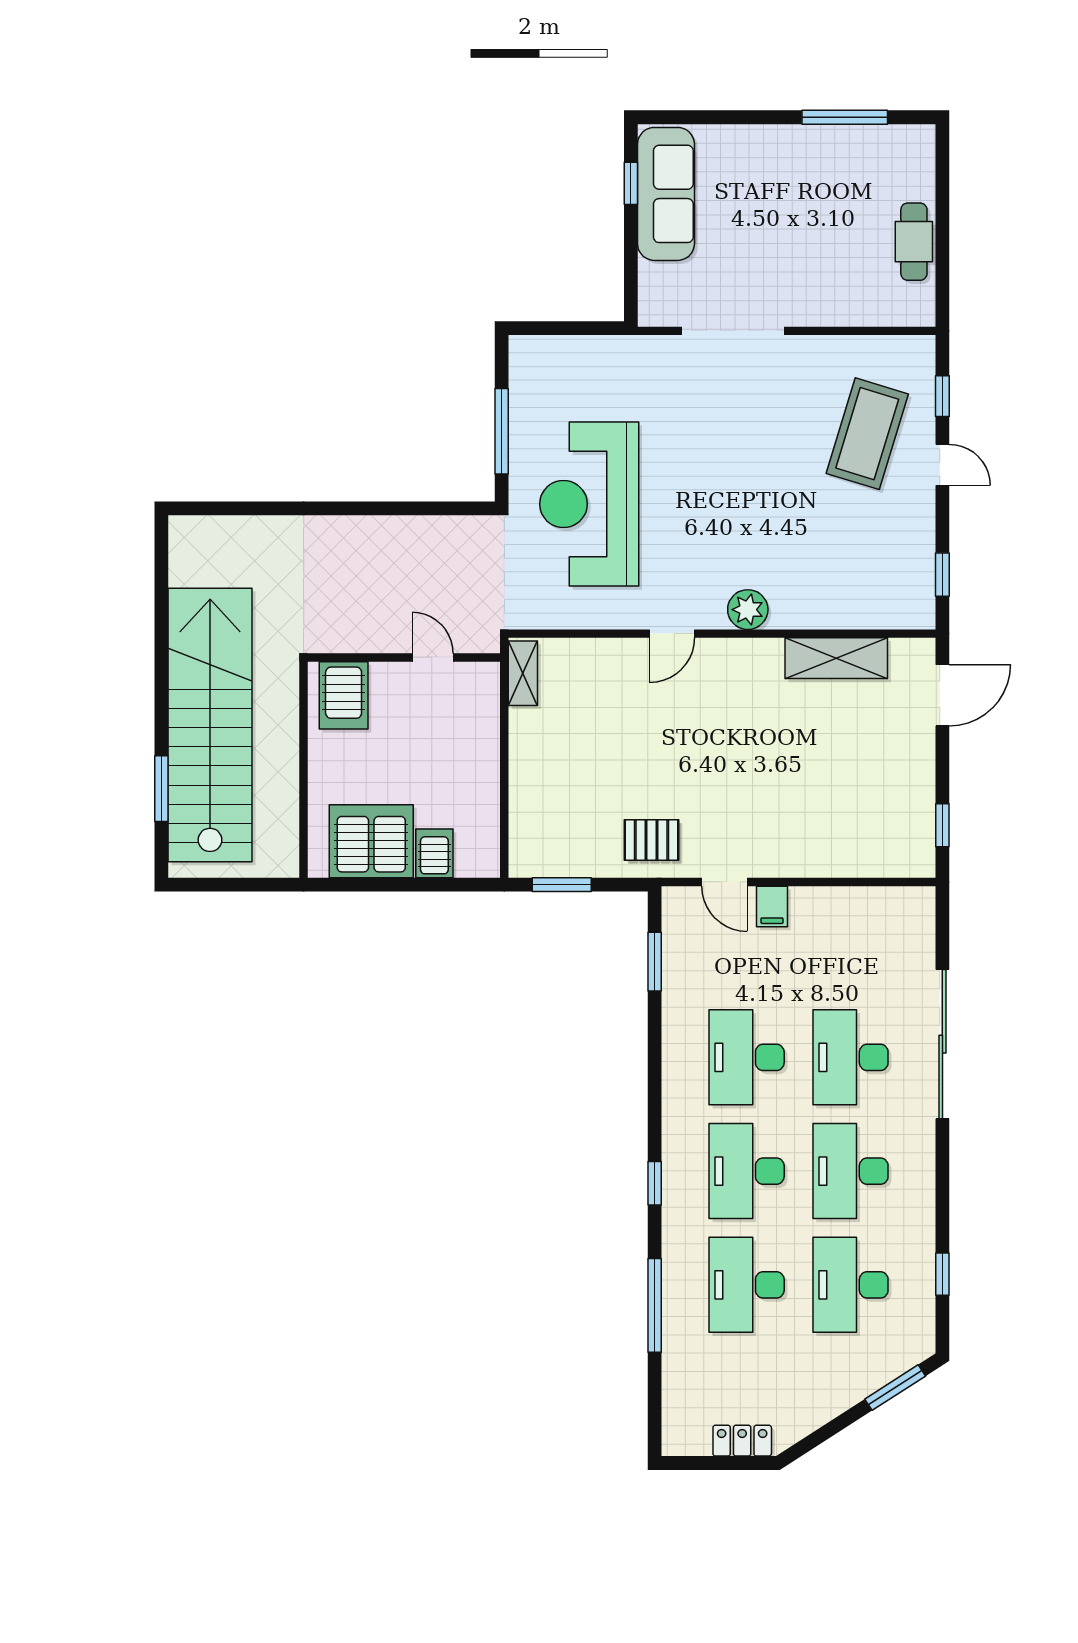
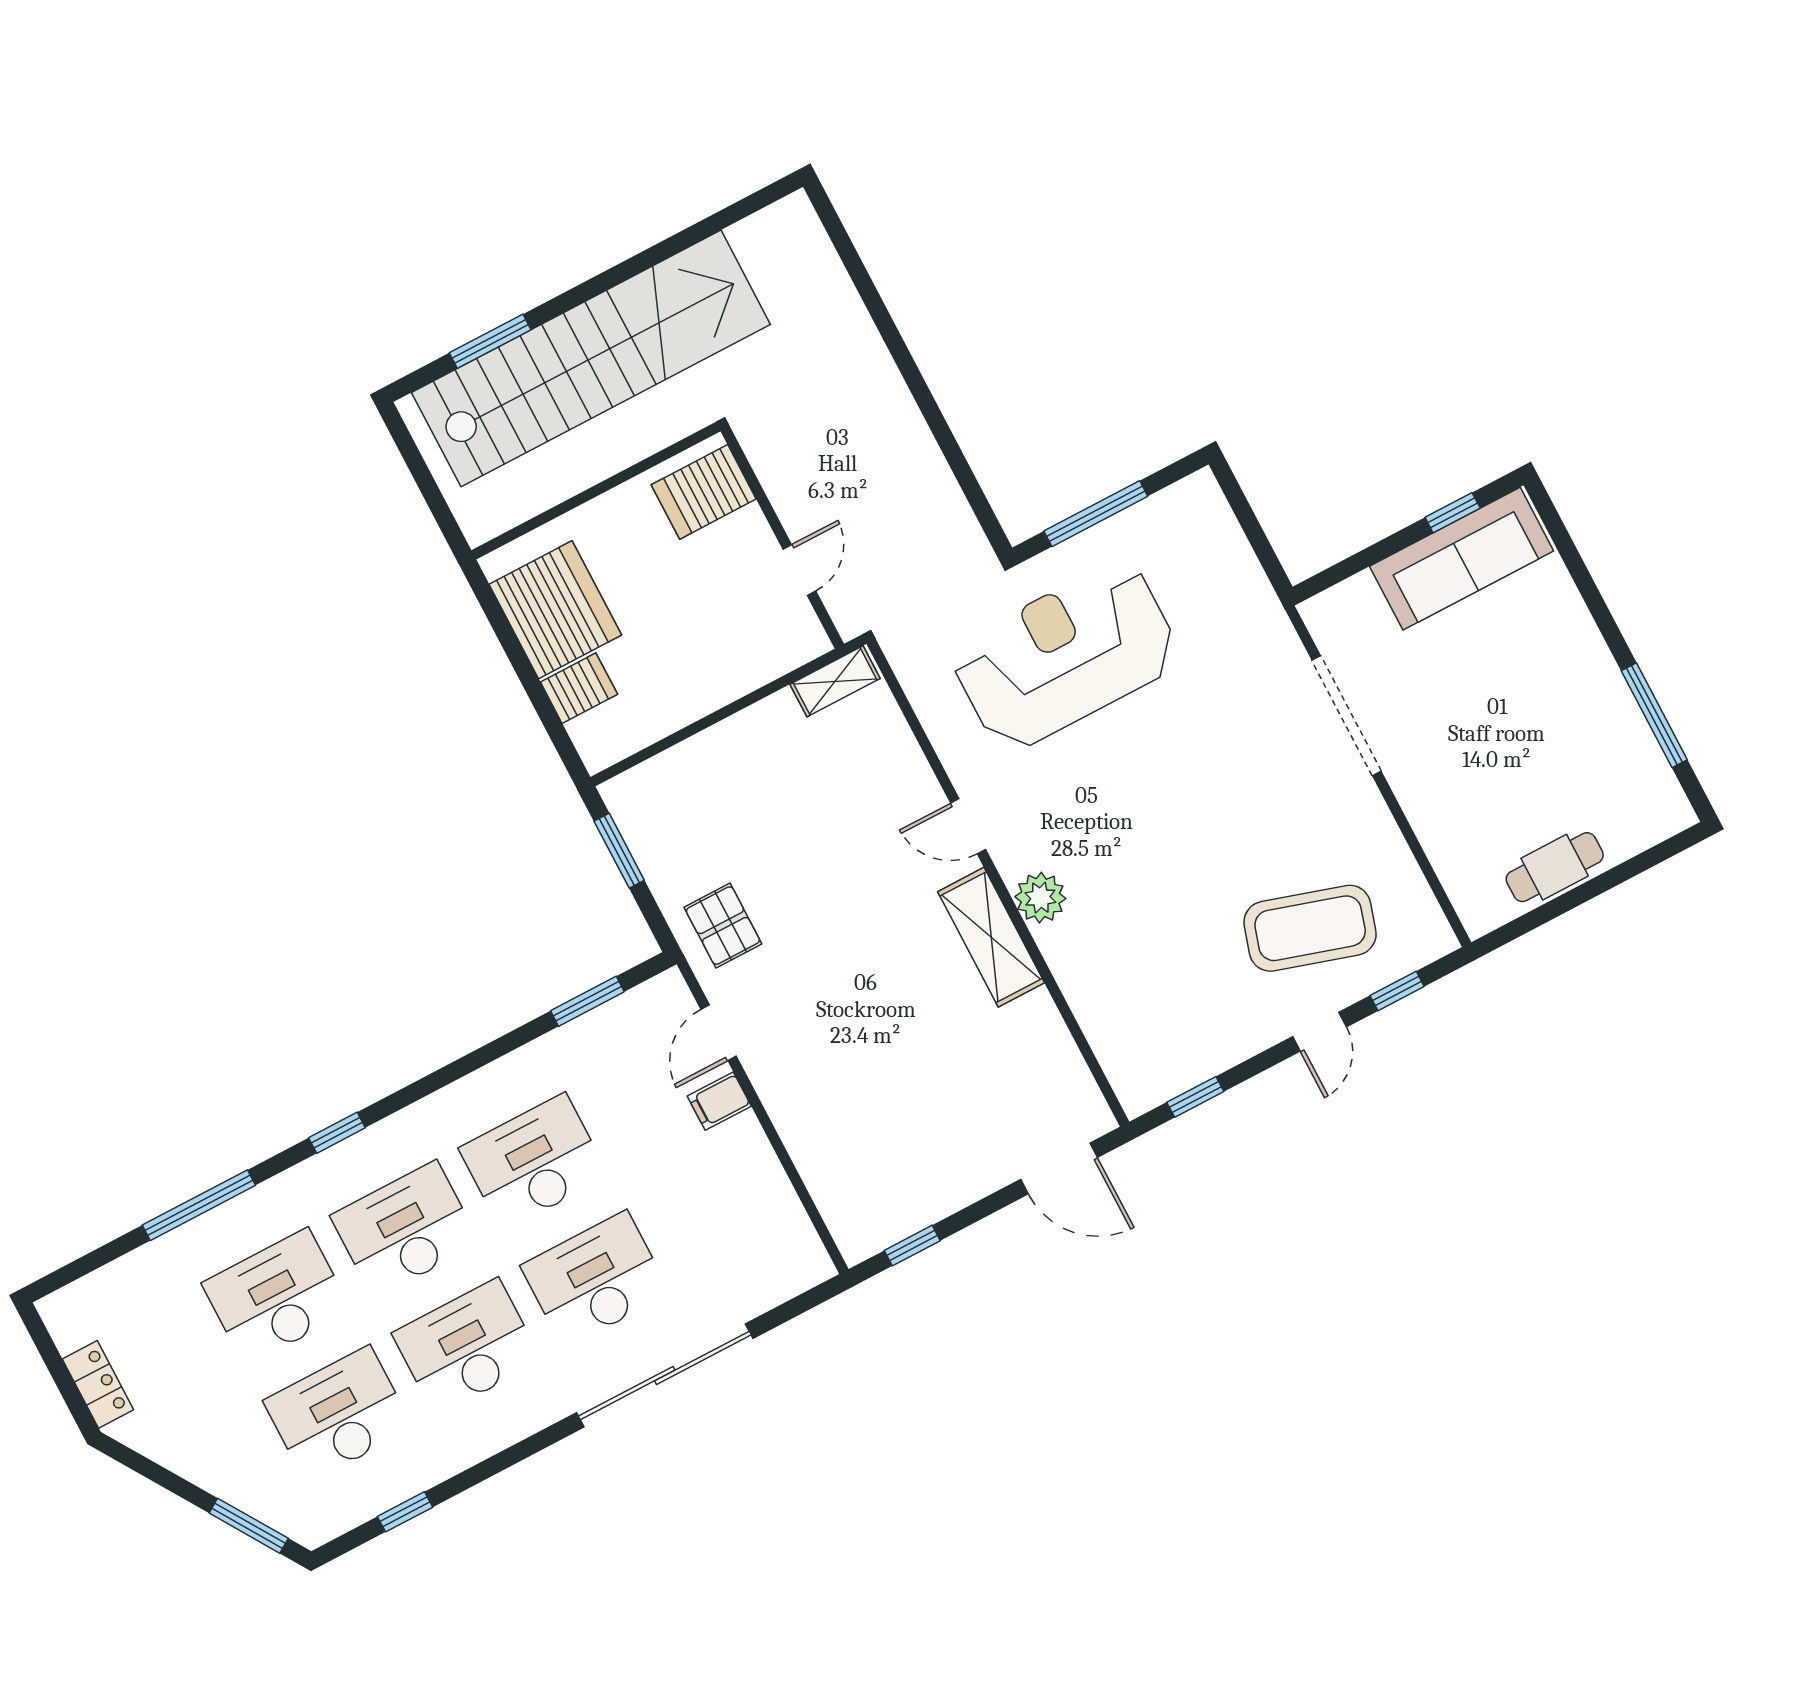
shelving: (836, 658) -> (991, 937), moved

